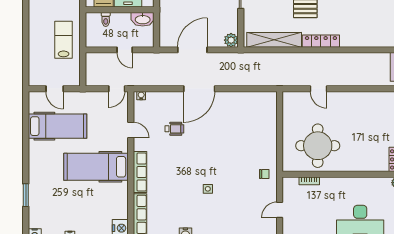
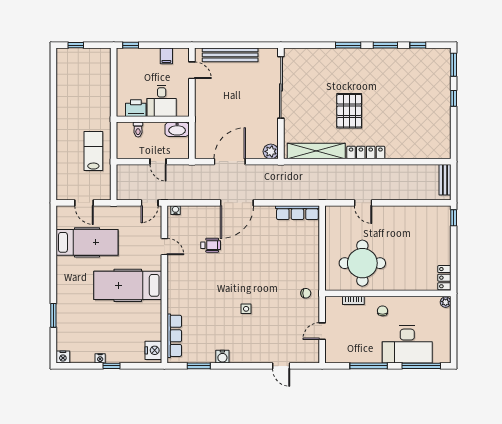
row of seats: (140, 172) -> (297, 213), moved, turned 90
chair: (337, 191) -> (383, 311), added

